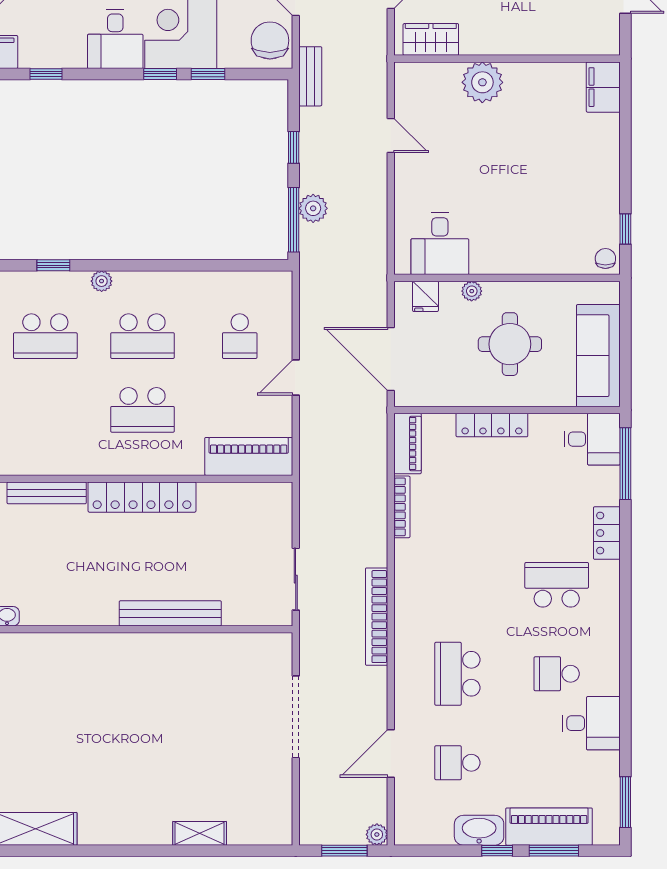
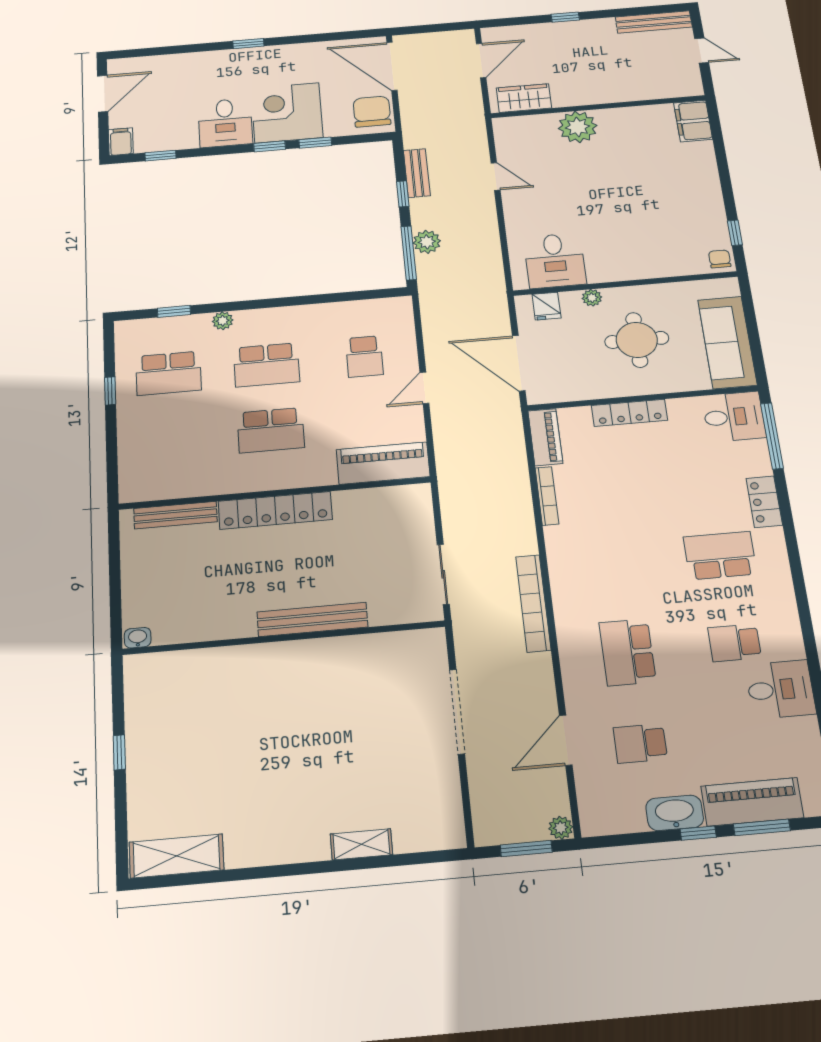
bench: (310, 76) -> (417, 173), moved

